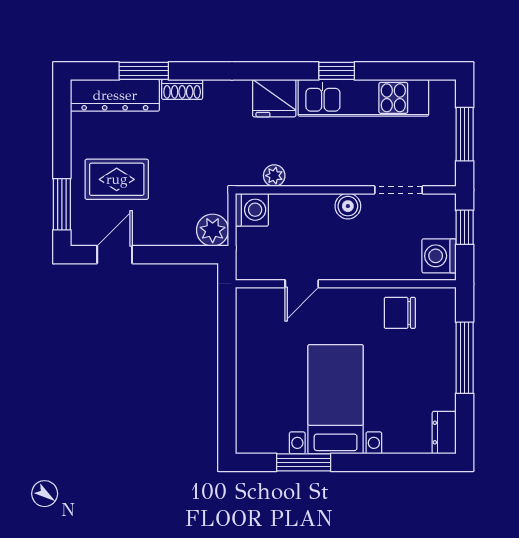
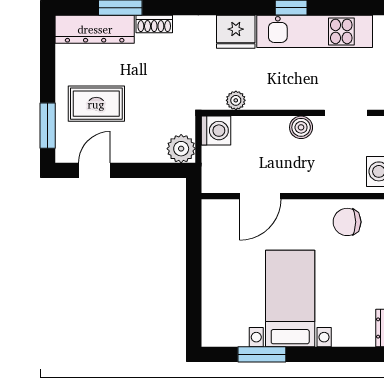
door: (302, 284) -> (260, 196), width x1.38

